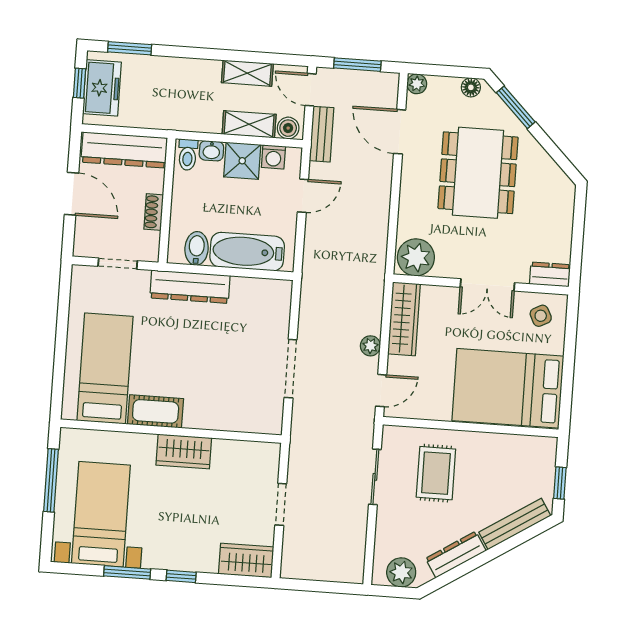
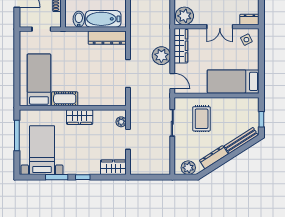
dresser: (190, 287) -> (107, 38), moved
plant: (370, 346) -> (161, 56), width x1.87, depth x1.87
bed: (508, 388) -> (233, 81), width x0.67
door: (381, 391) -> (172, 81), hinge flipped
plant: (269, 467) -> (121, 122), added

